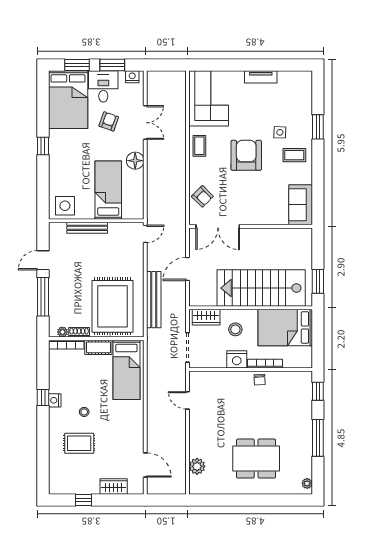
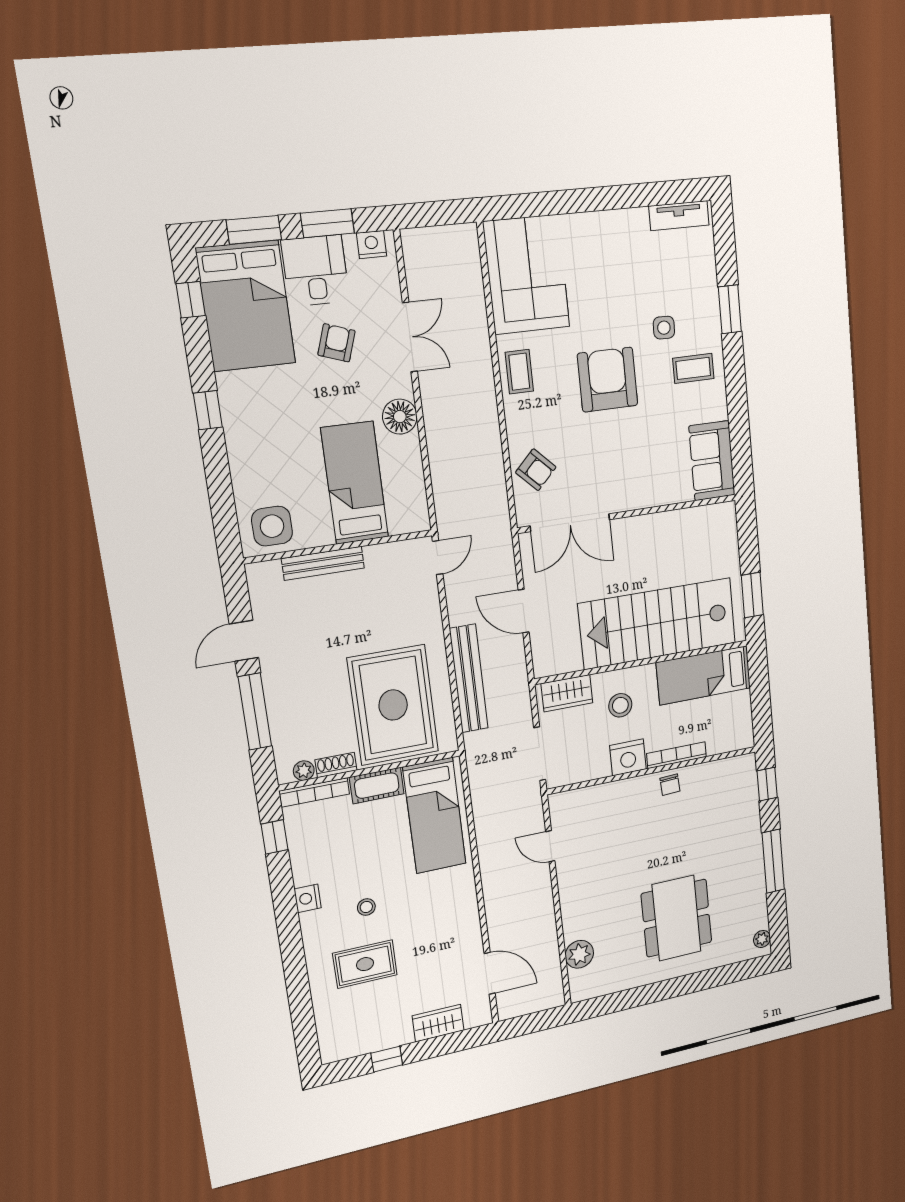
tv unit: (261, 77) -> (679, 216), moved
window: (43, 94) -> (191, 300), added
door: (187, 269) -> (524, 611), hinge flipped
bed: (285, 327) -> (704, 675), width x0.67
window: (43, 397) -> (275, 837), moved
dining table: (256, 459) -> (677, 918), turned 90

